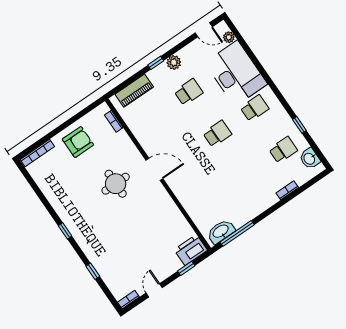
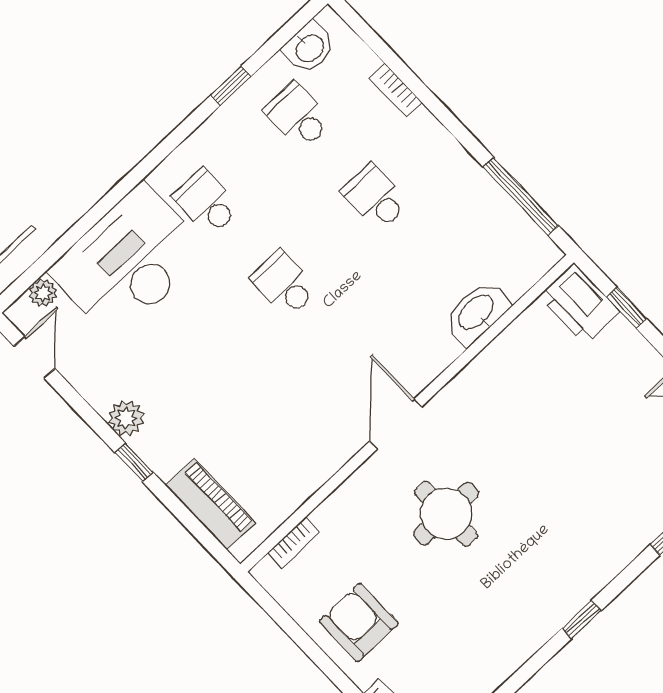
school desk: (189, 92) -> (375, 197), moved
washbasin: (221, 231) -> (477, 313), moved, turned 90

